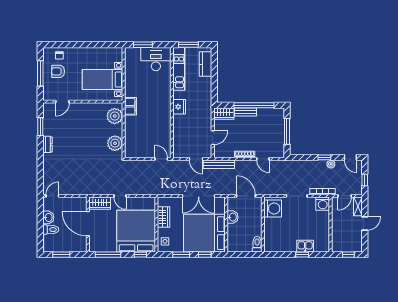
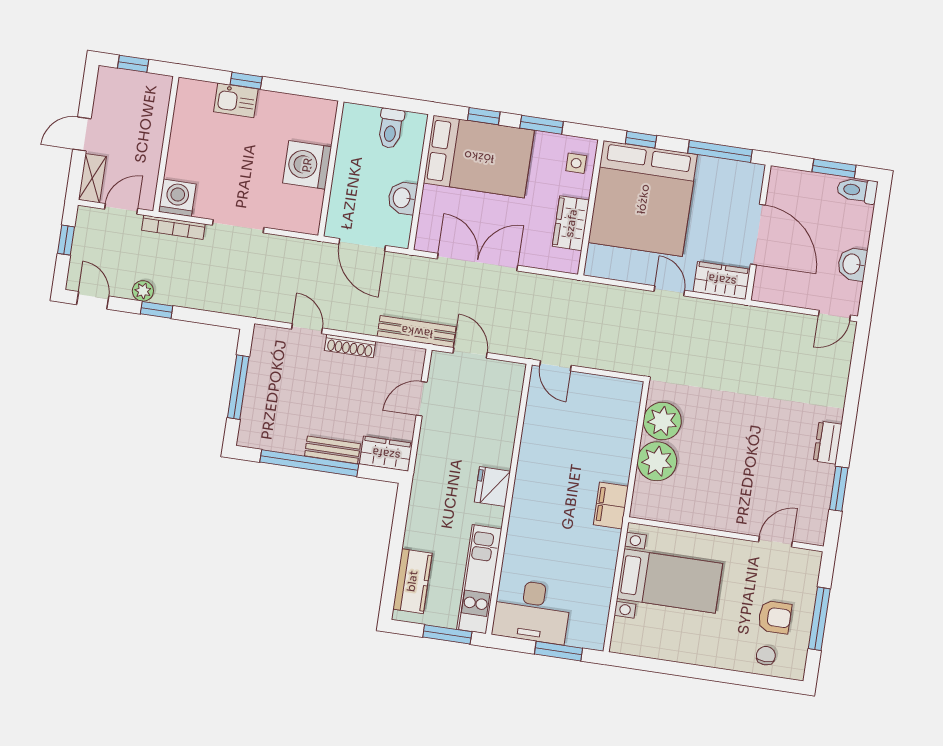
plant: (115, 116) -> (657, 461), moved
washing machine: (273, 208) -> (307, 165), moved
toilet: (51, 230) -> (857, 190), moved
bed: (204, 233) -> (479, 157), width x0.73
toilet: (257, 244) -> (391, 128), moved

